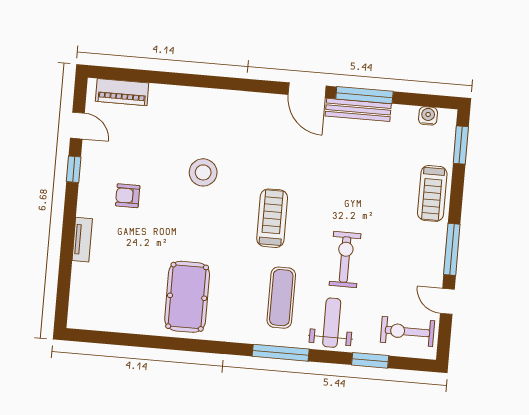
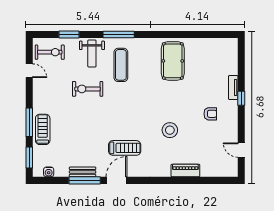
door: (307, 90) -> (116, 180), hinge flipped
piano: (122, 92) -> (185, 171), moved
bench: (358, 110) -> (83, 172), width x0.73
window: (74, 169) -> (241, 98), moved
treadmill: (272, 218) -> (125, 148), moved, turned -90
window: (452, 249) -> (29, 122), moved
exercise bike: (345, 260) -> (88, 89), turned 90

